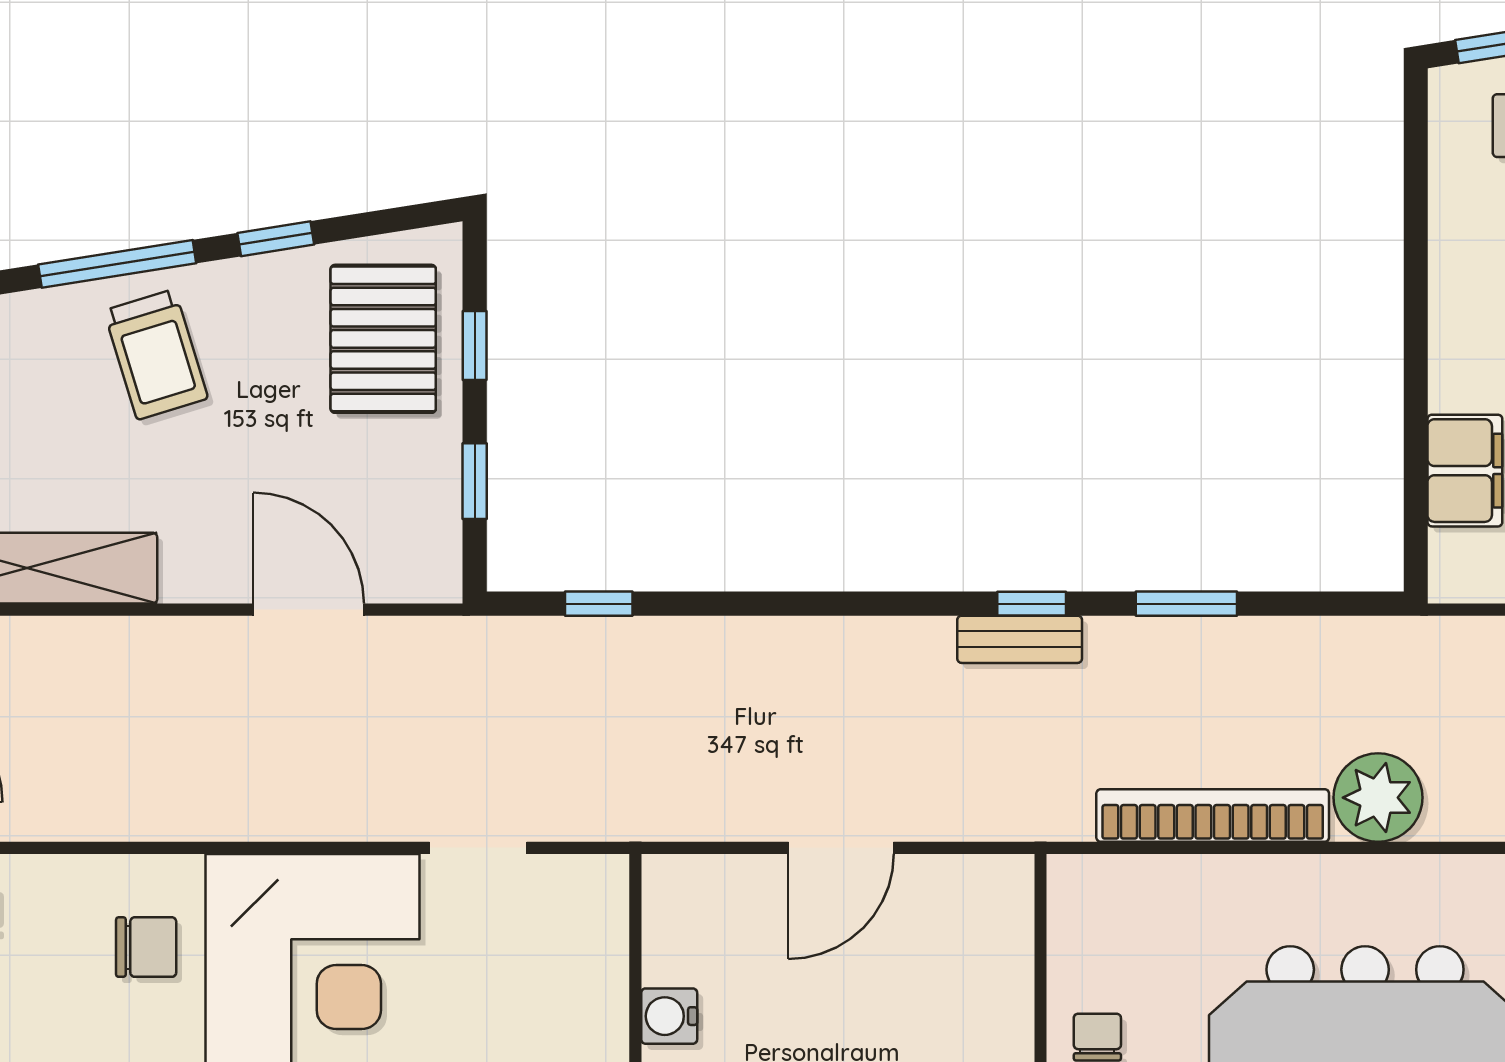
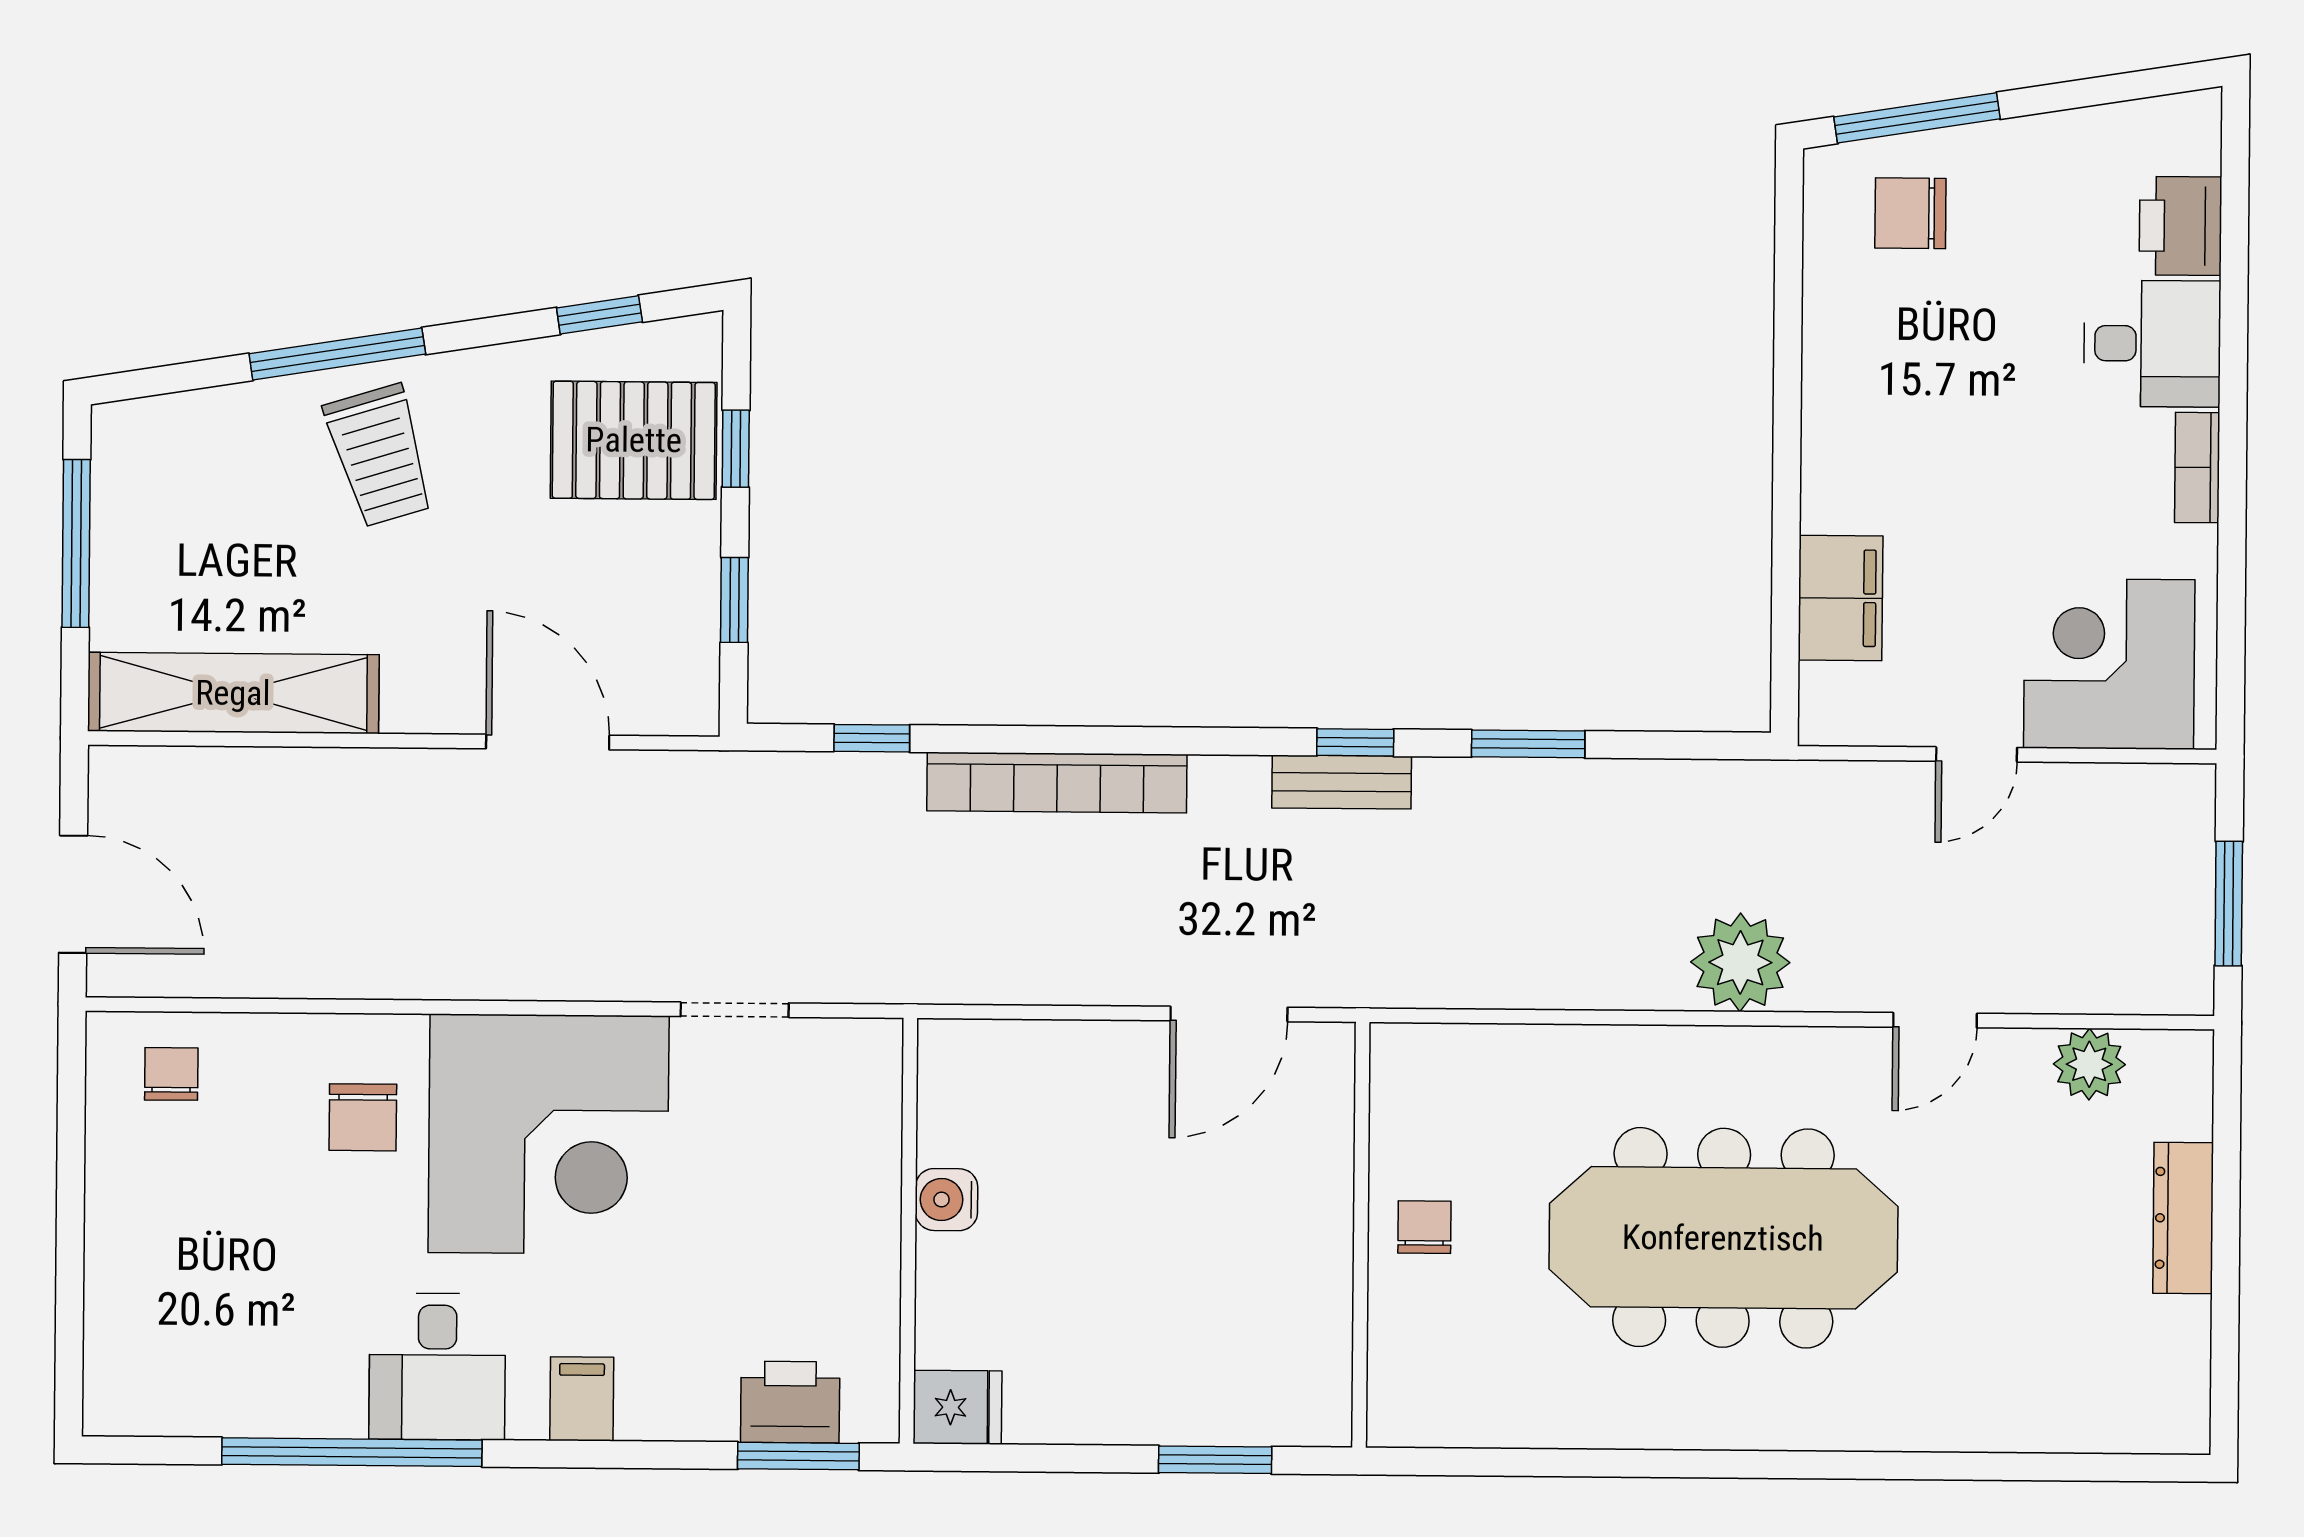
window: (276, 239) -> (599, 315), moved
pallet: (383, 339) -> (634, 440), turned 90
bookcase: (1213, 815) -> (1057, 783), moved, turned 180
door: (841, 848) -> (1229, 1014), moved
chair: (146, 947) -> (363, 1117), turned 90

